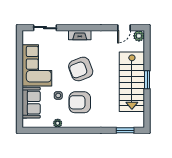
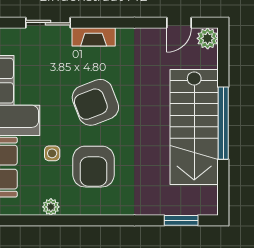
sliding door: (45, 28) -> (48, 23), moved
window: (147, 80) -> (223, 123), width x2.11
armchair: (80, 102) -> (94, 167), turned -90

